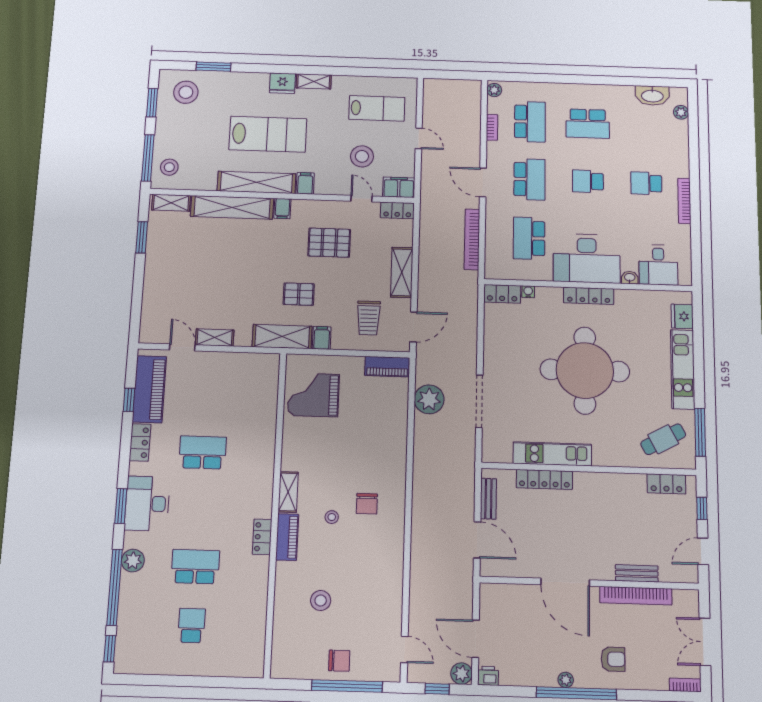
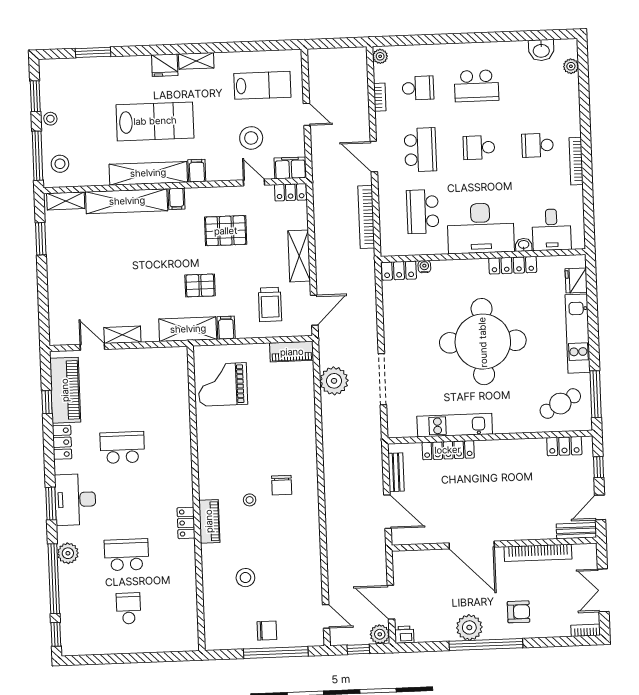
stool: (186, 92) -> (50, 119), moved, width x0.53, depth x0.53
washbasin: (652, 96) -> (541, 50), width x0.72
school desk: (530, 122) -> (418, 88), width x0.54
locker: (589, 296) -> (513, 265), moved
shelving: (288, 492) -> (207, 479), removed
bench: (637, 573) -> (576, 531), moved
plant: (566, 680) -> (469, 627), width x1.87, depth x1.87

